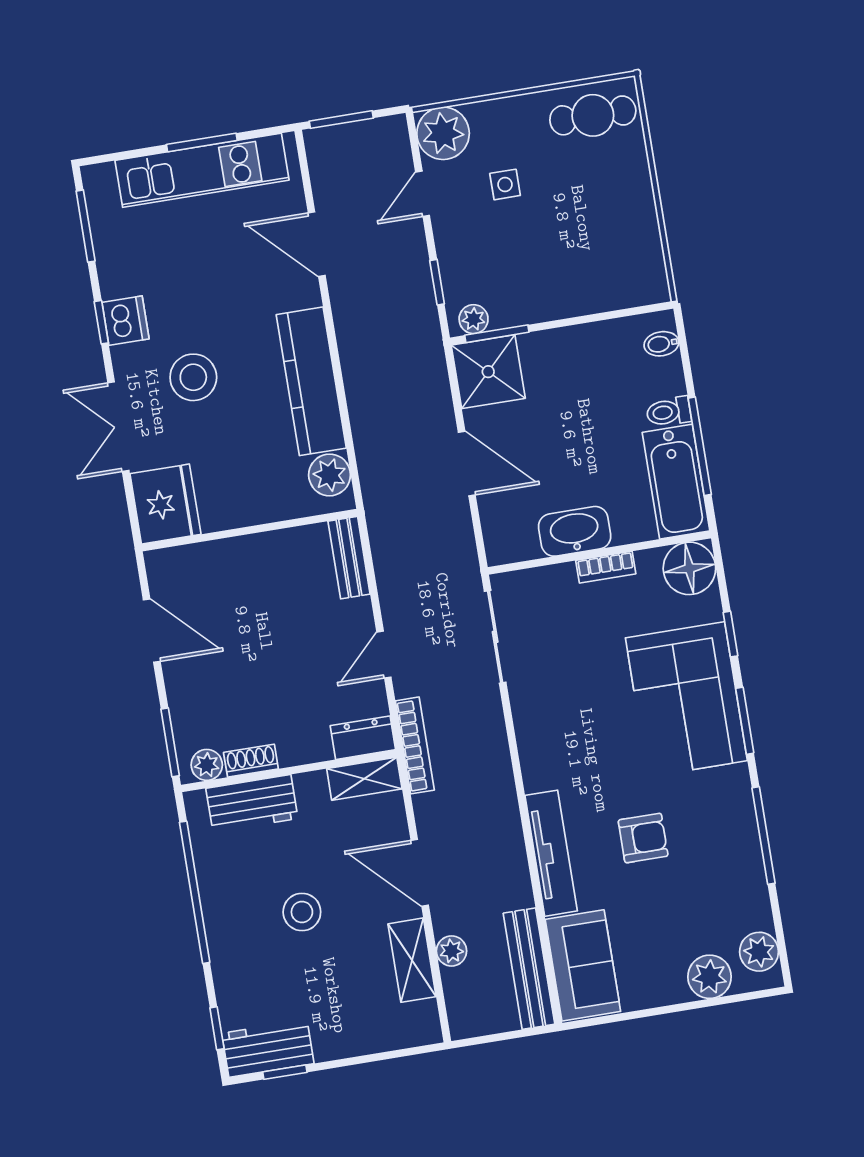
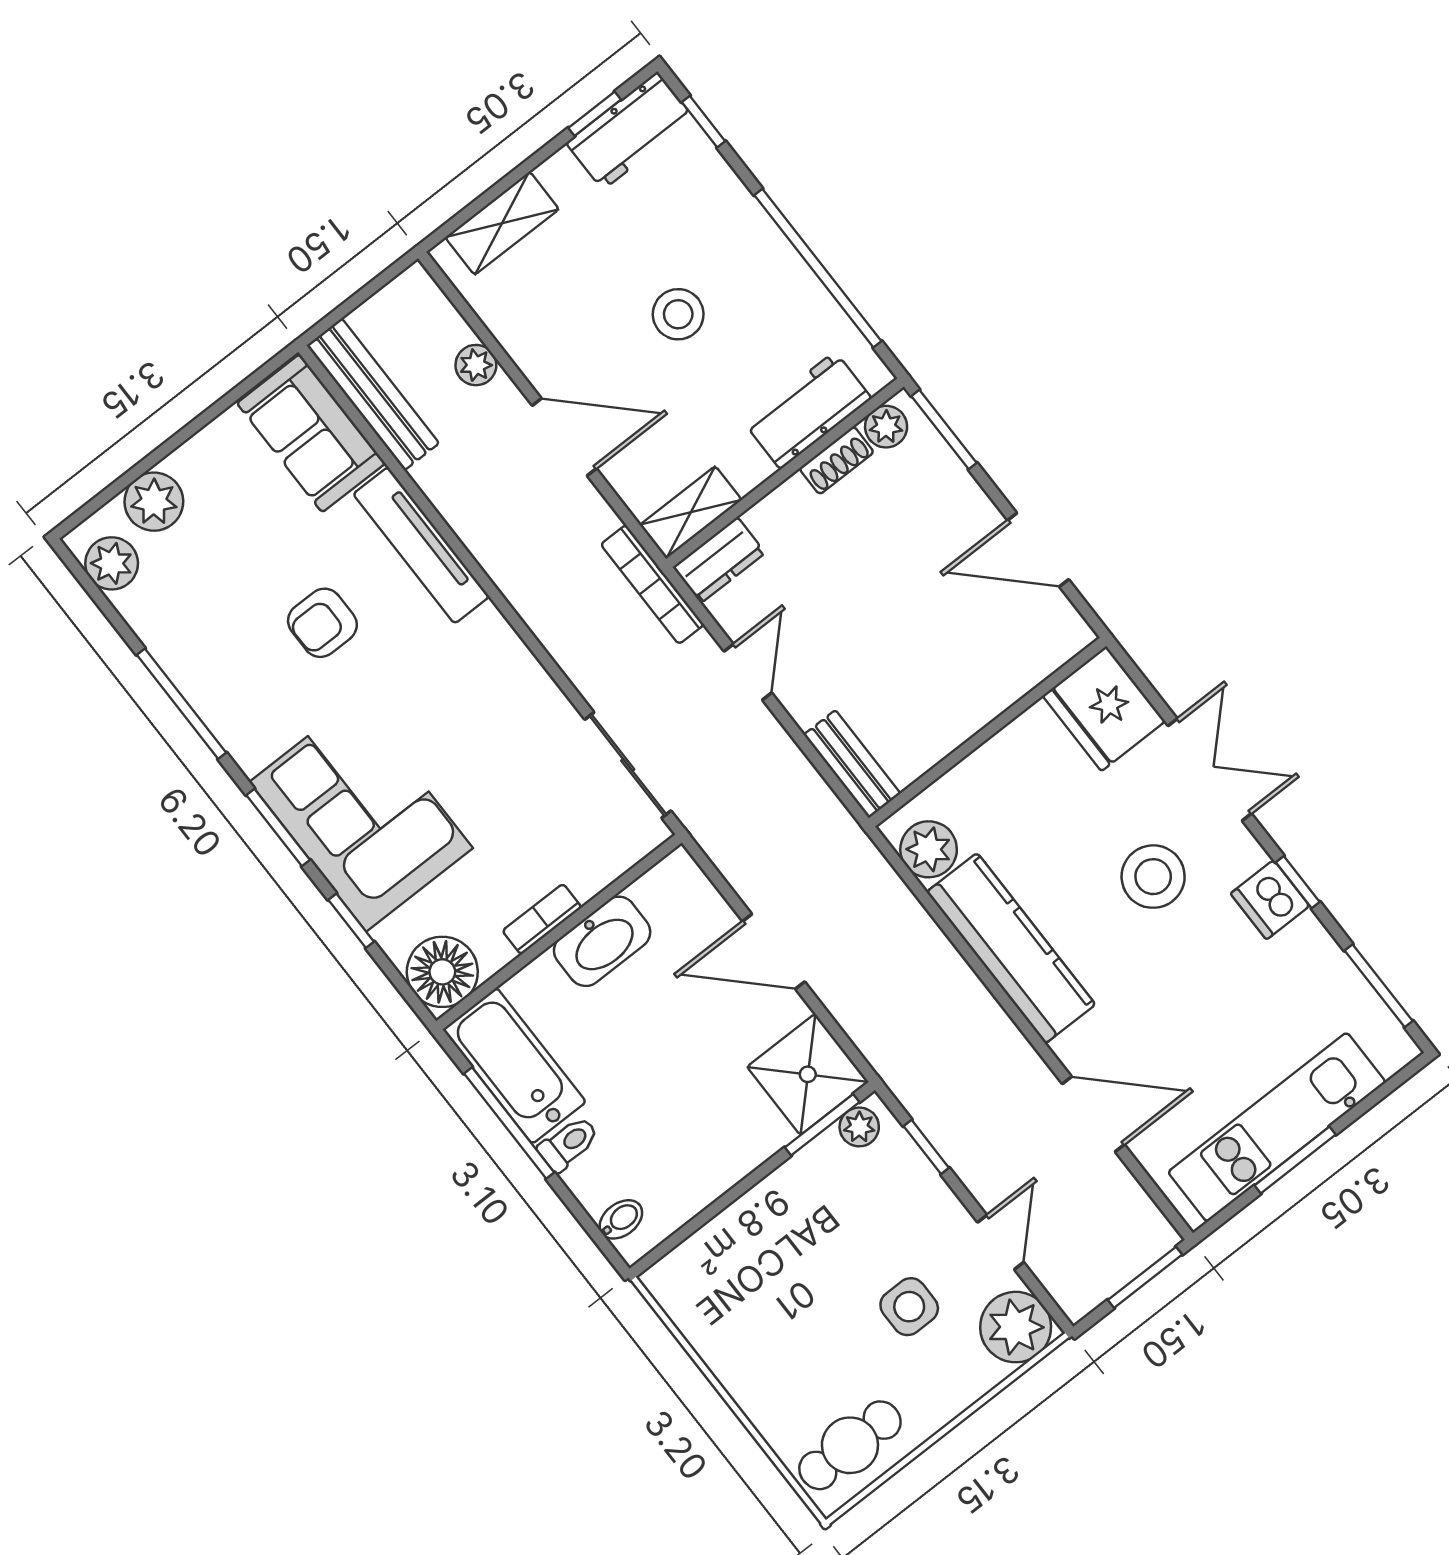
side table: (505, 184) -> (909, 1307), width x1.37, depth x1.37
shelving: (412, 960) -> (502, 223), moved, turned 90

